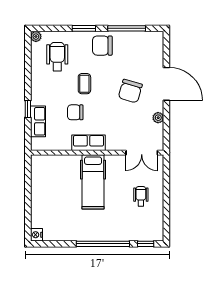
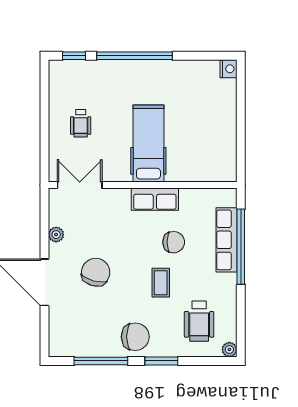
window: (28, 109) -> (241, 247), width x3.17
row of seats: (38, 121) -> (226, 240), width x1.48

